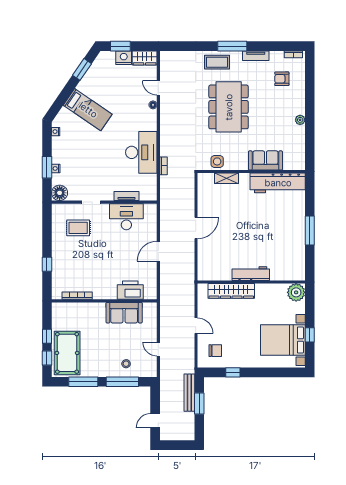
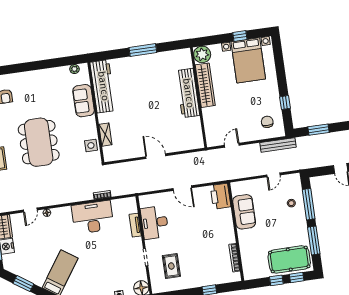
dining table: (229, 107) -> (39, 142), turned 90
plant: (300, 120) -> (74, 69), moved
workbench: (251, 274) -> (188, 93), width x1.36, depth x1.32
printer: (130, 290) -> (221, 196), moved
wardrobe: (231, 291) -> (205, 85), moved
door: (196, 326) -> (232, 145), moved
bench: (189, 393) -> (278, 145), moved

